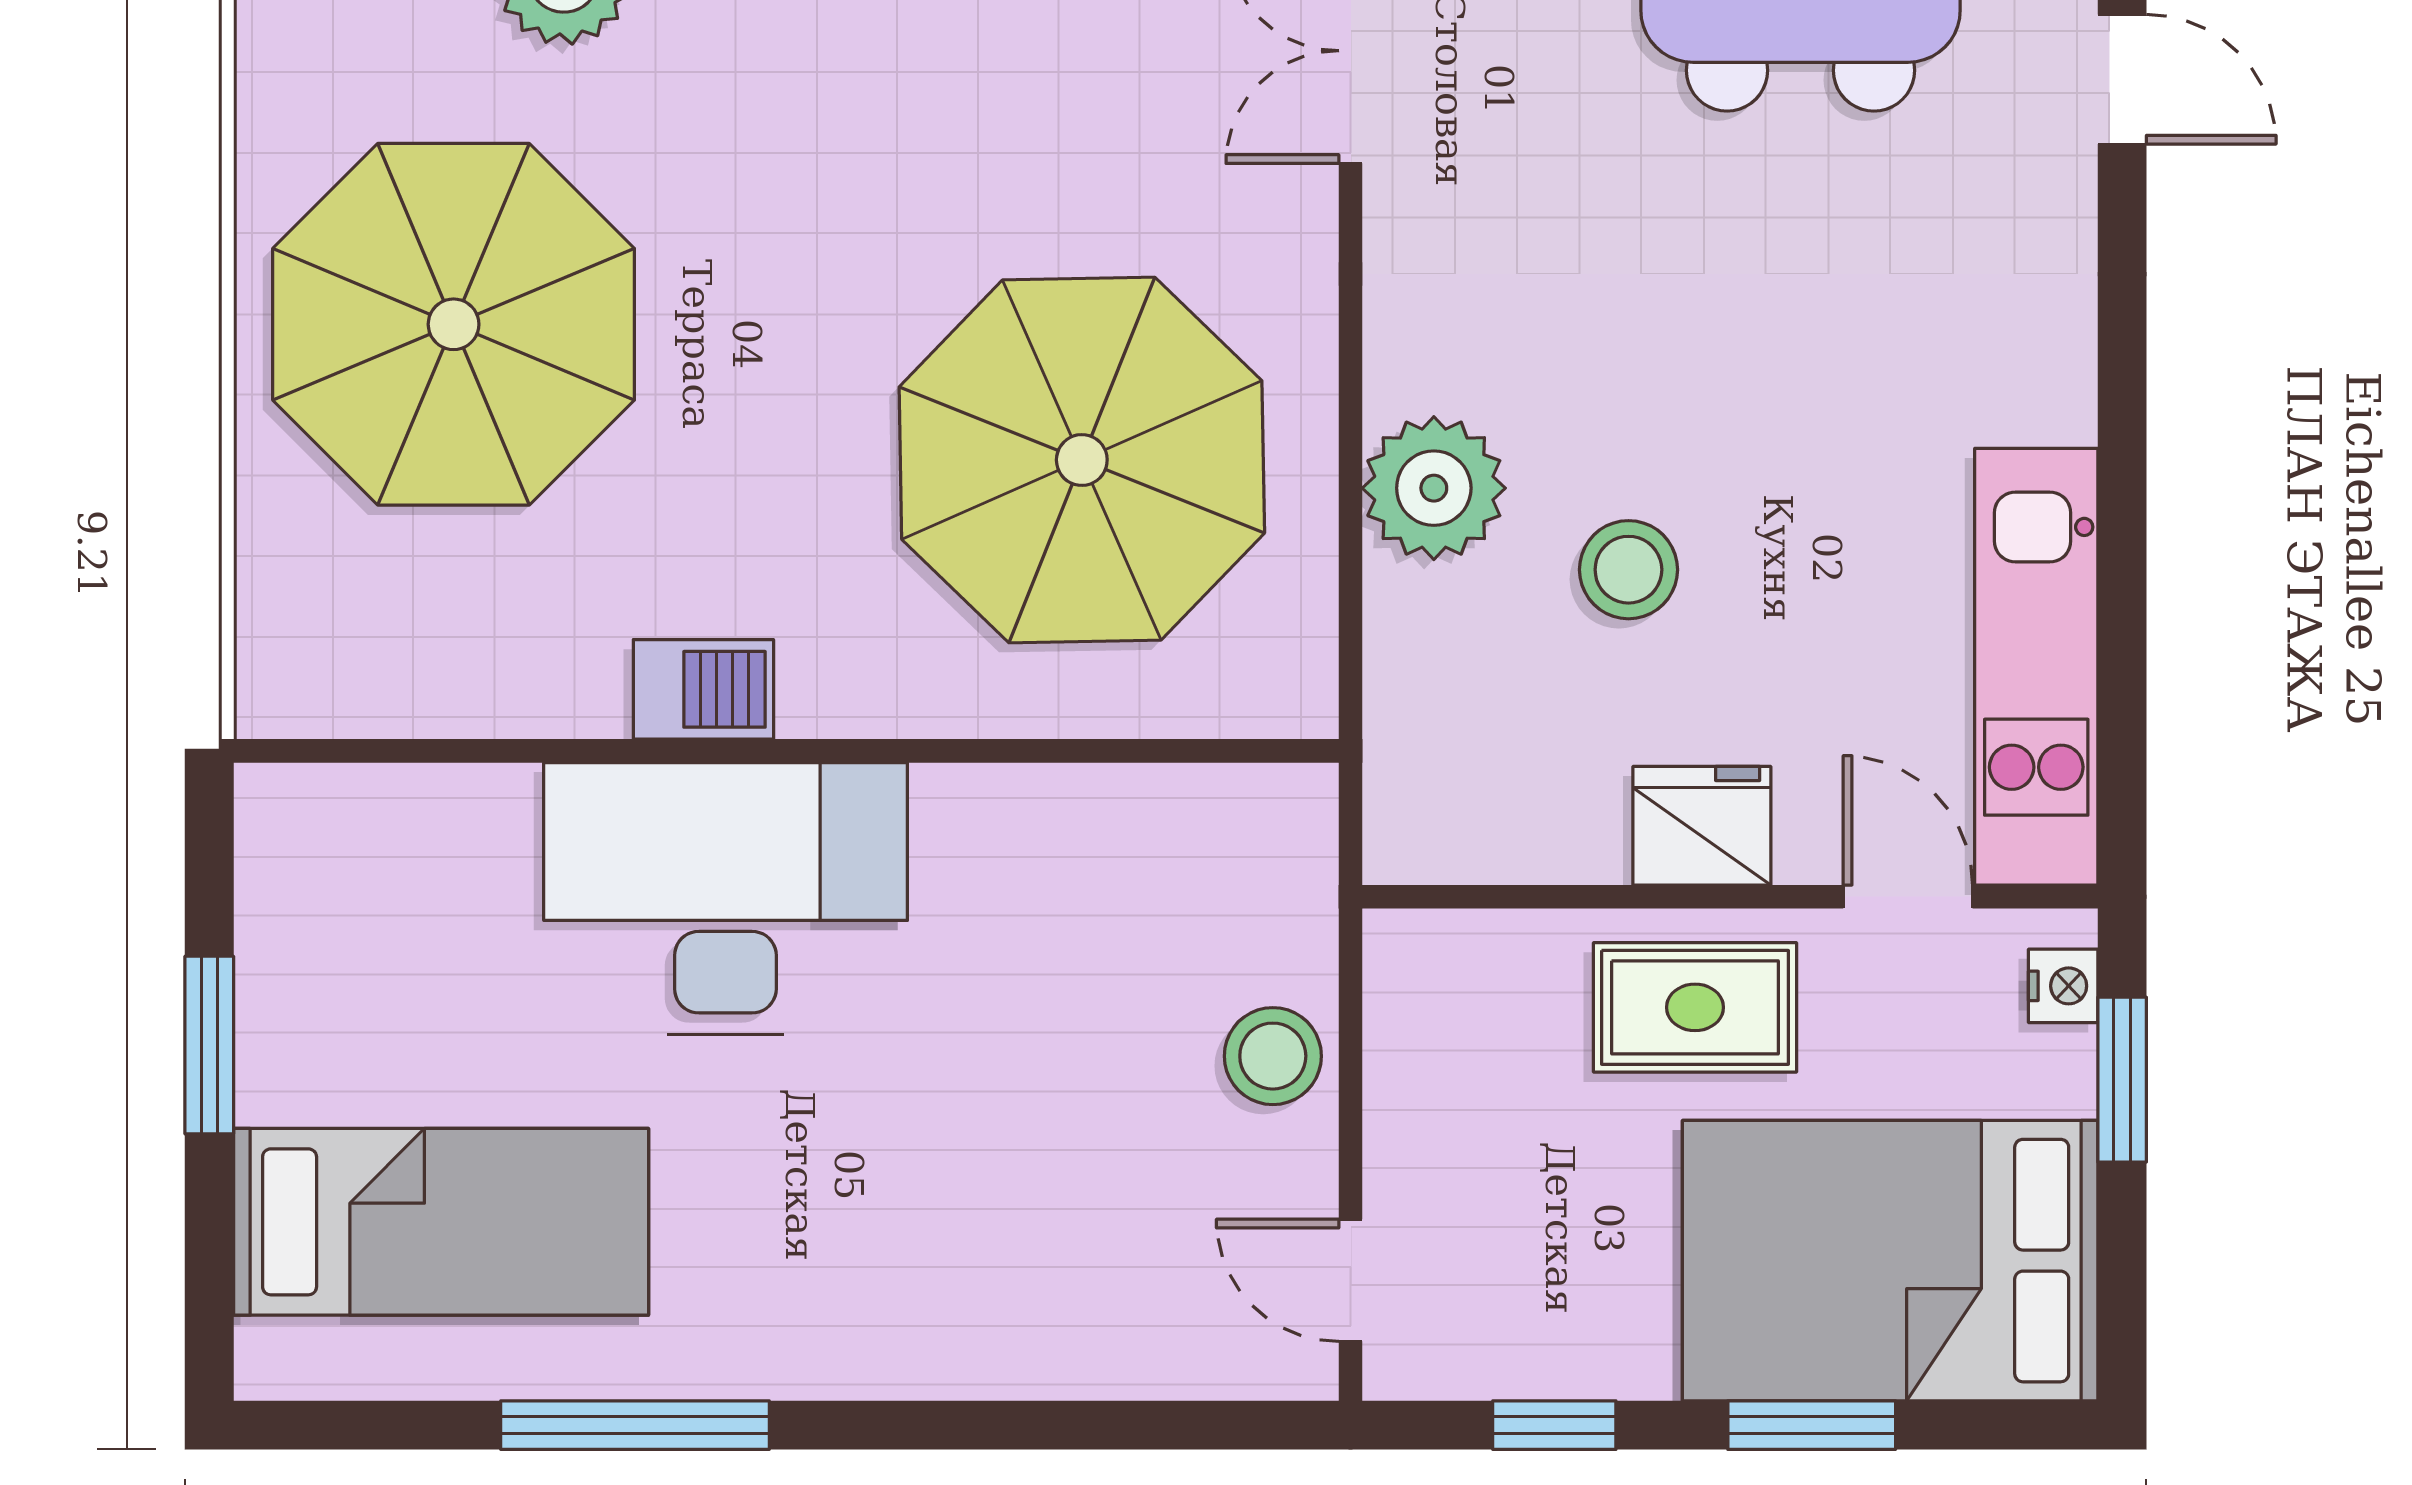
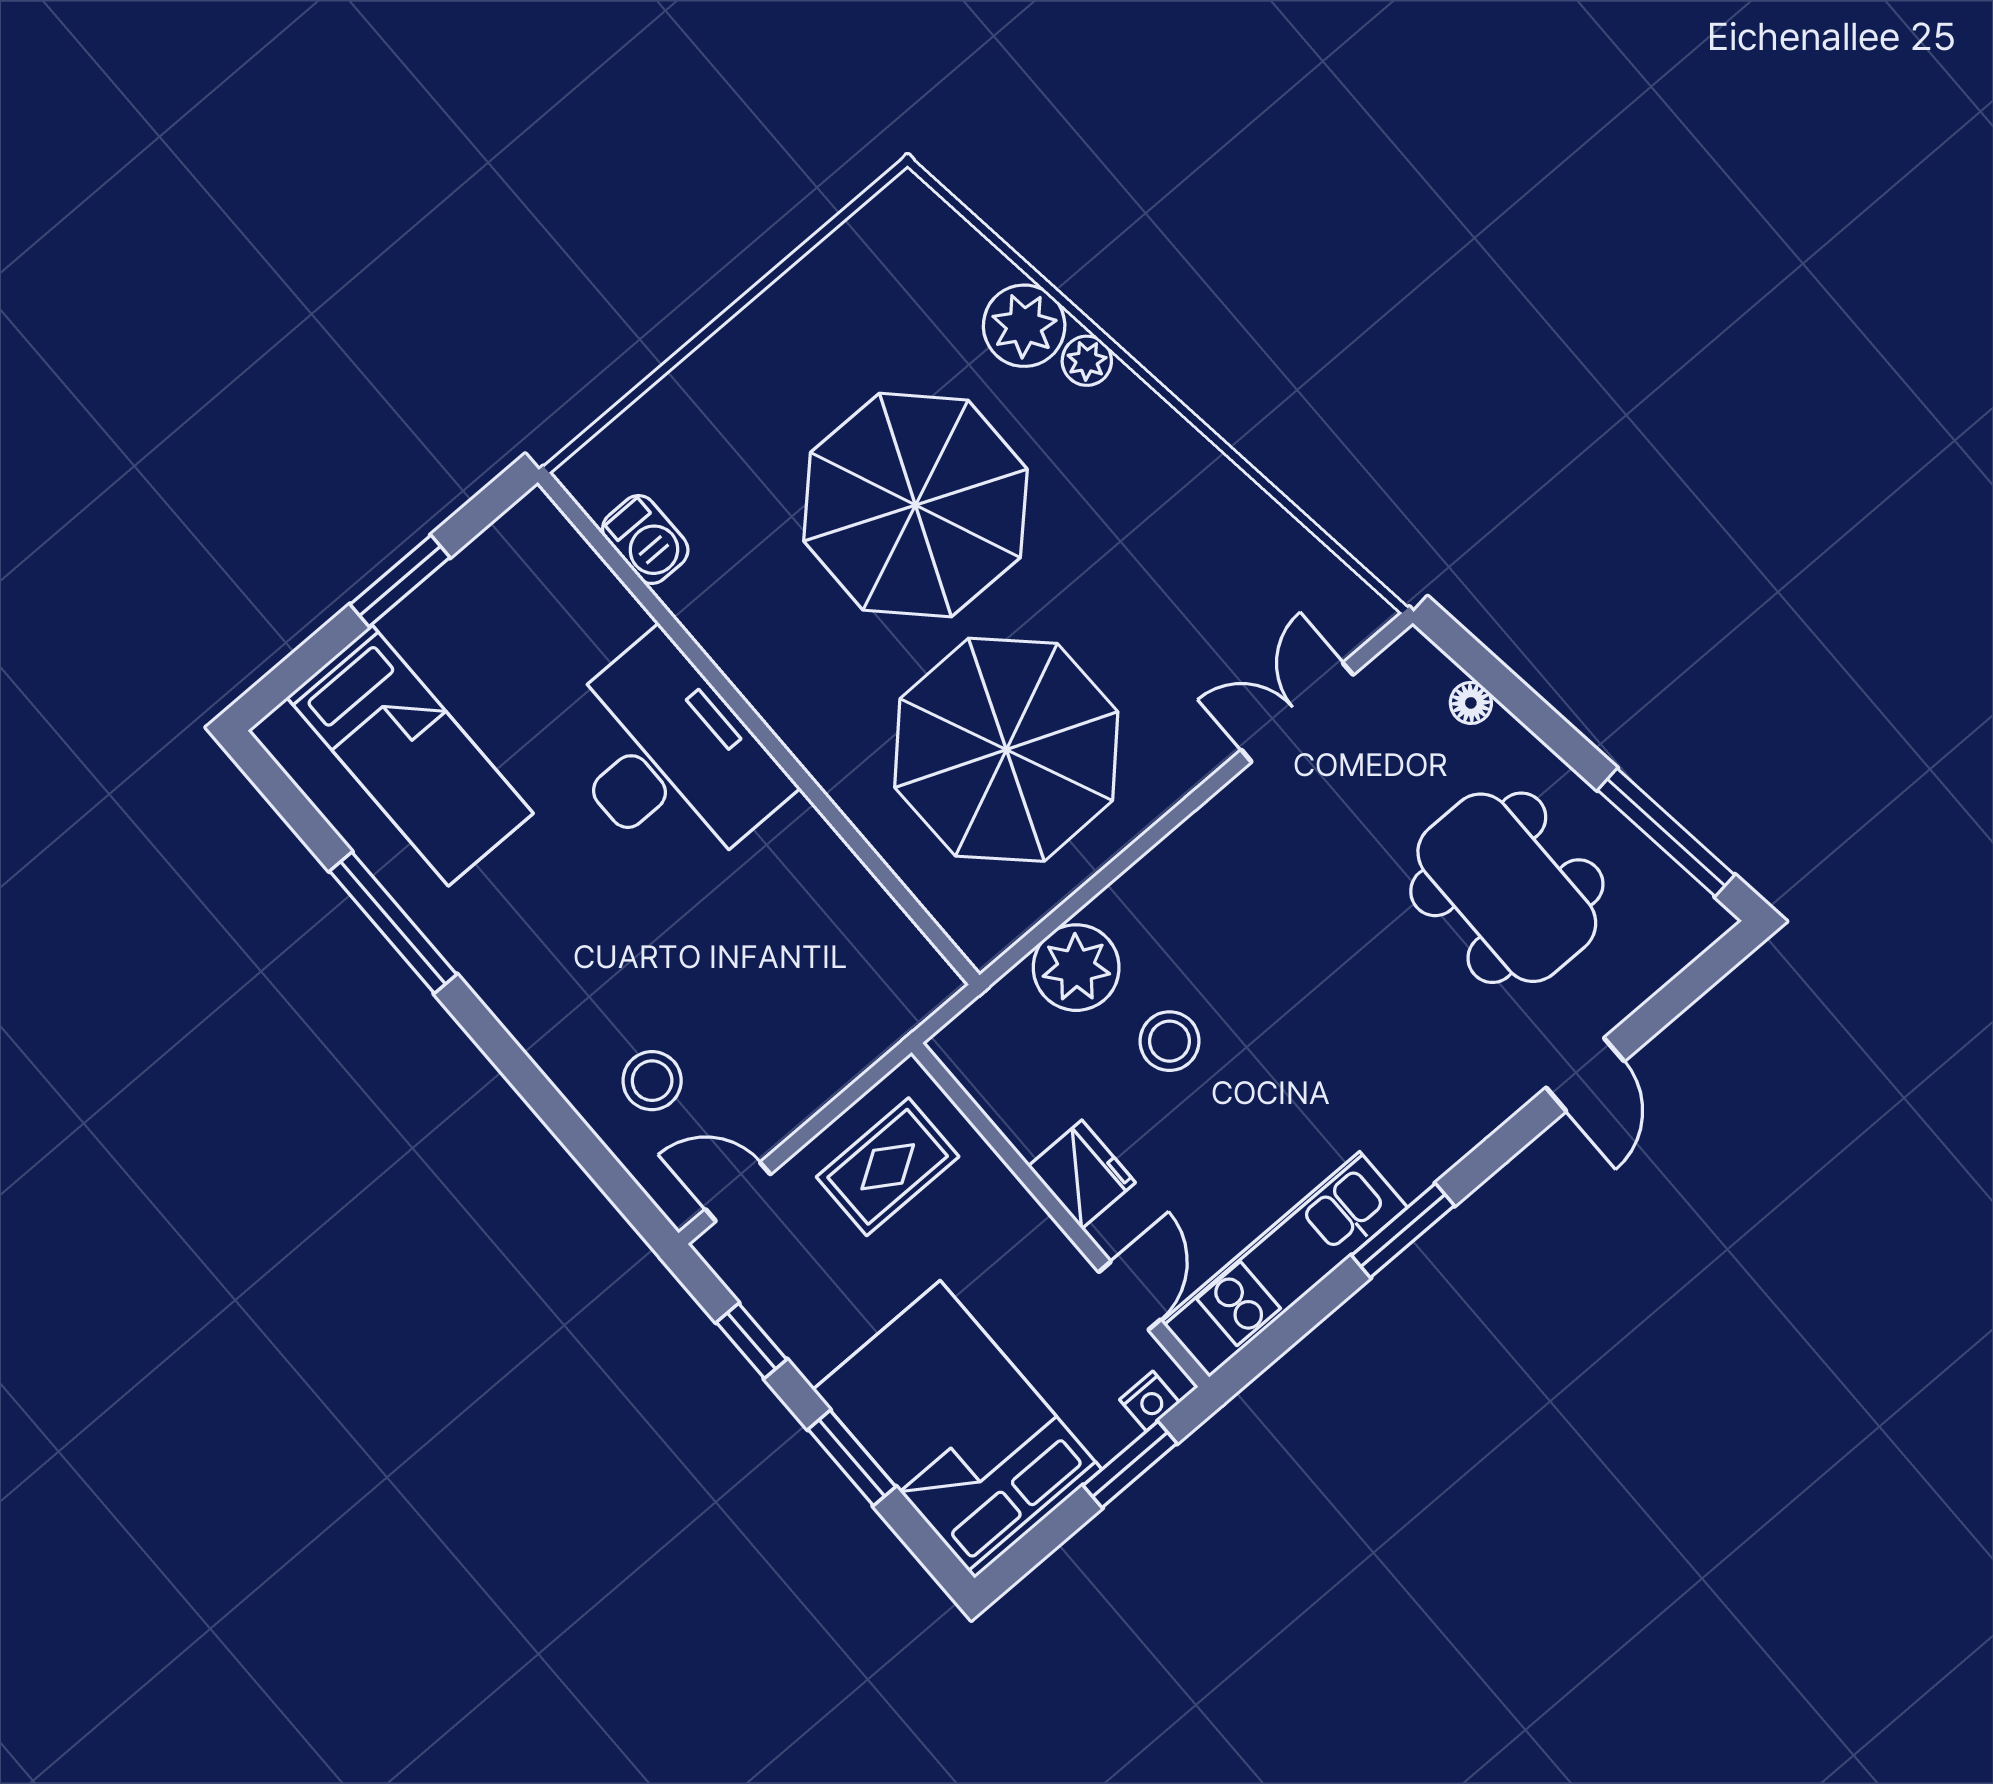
parasol: (454, 324) -> (915, 505), moved
window: (2122, 480) -> (1403, 1230), added
plant: (1434, 488) -> (1076, 968), moved
barbecue: (703, 689) -> (645, 540), moved
rug: (1695, 1007) -> (888, 1167), moved, turned 90
stool: (1273, 1056) -> (652, 1081), moved
door: (1351, 1280) -> (738, 1192), hinge flipped

